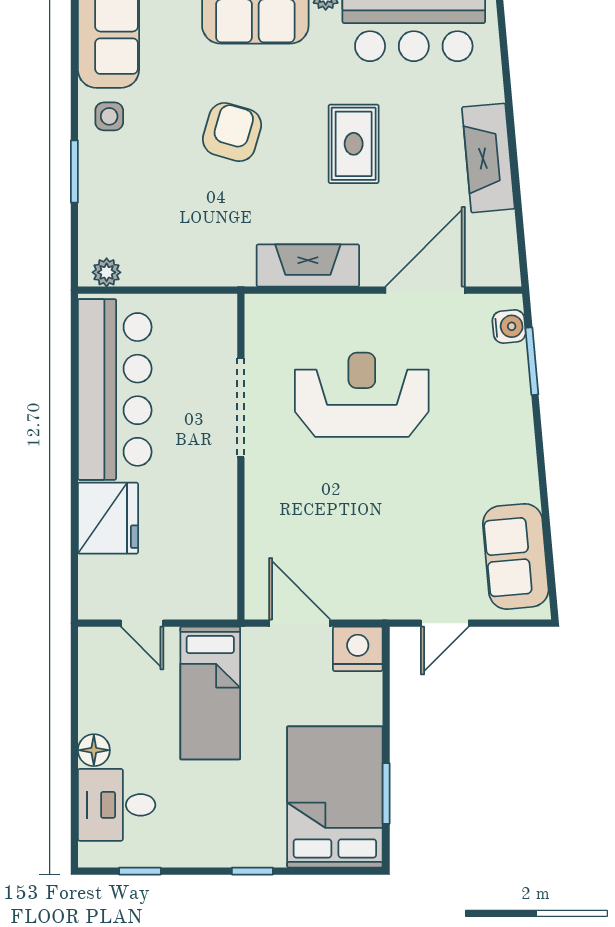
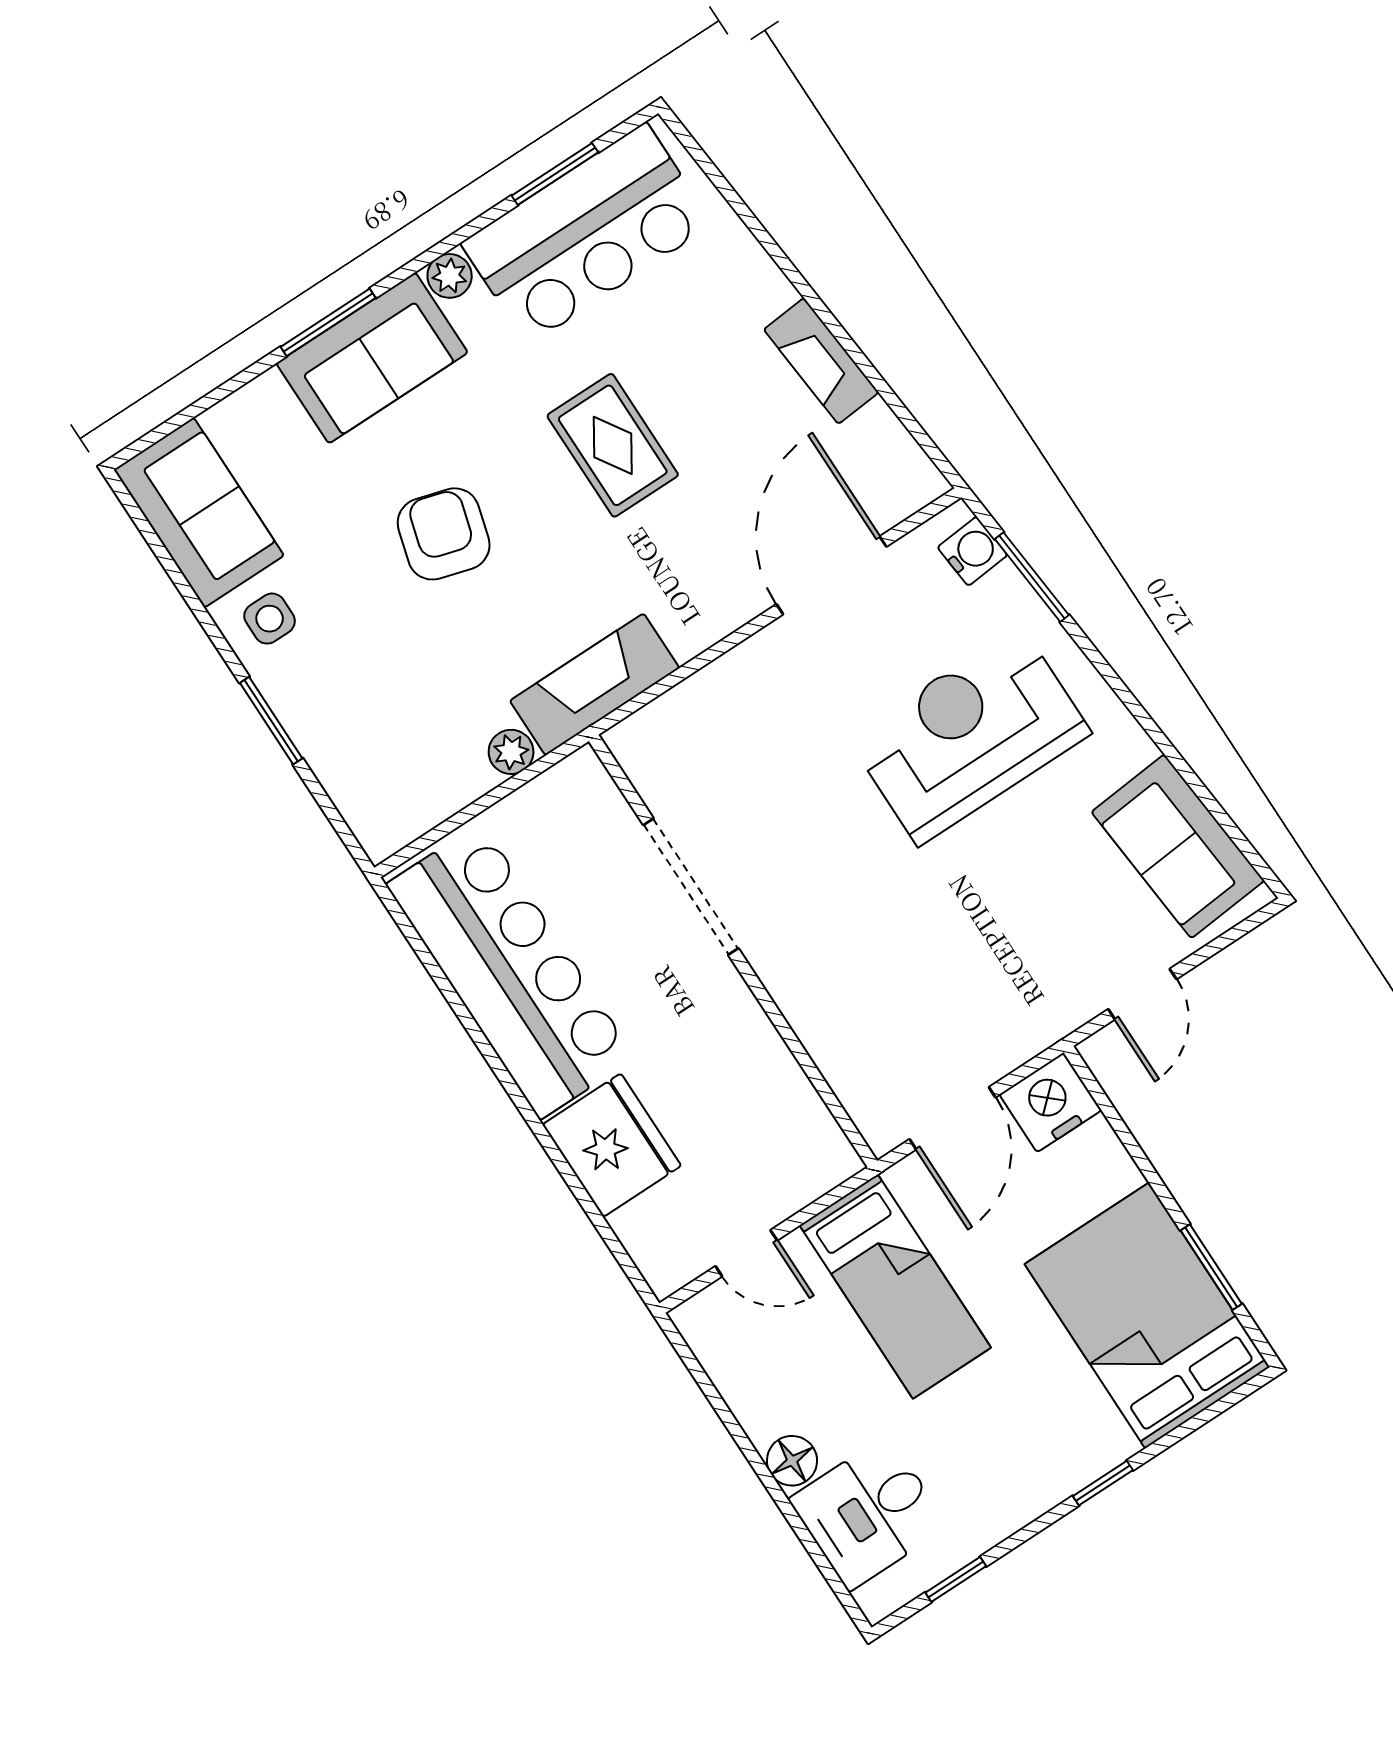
fireplace: (488, 158) -> (821, 361), width x0.73, depth x0.76
fireplace: (308, 265) -> (595, 684), moved
plant: (107, 272) -> (511, 752), moved
reception desk: (362, 395) -> (969, 736), moved
door: (300, 623) -> (953, 1118), swing flipped

